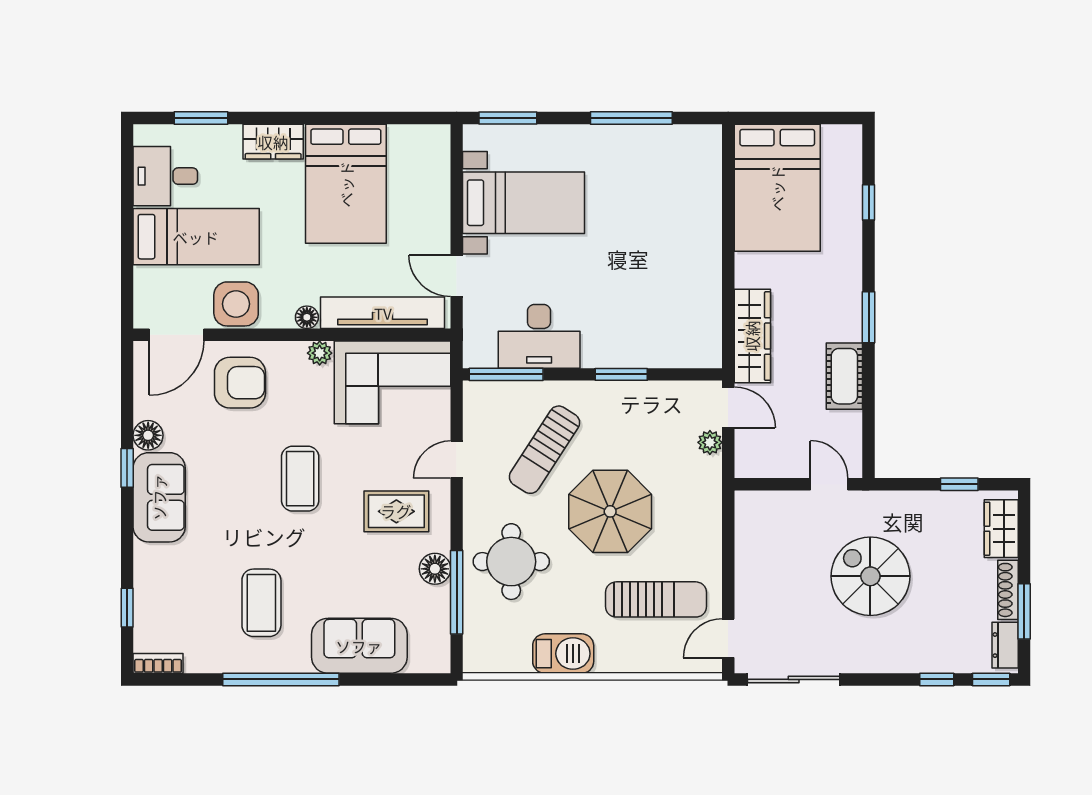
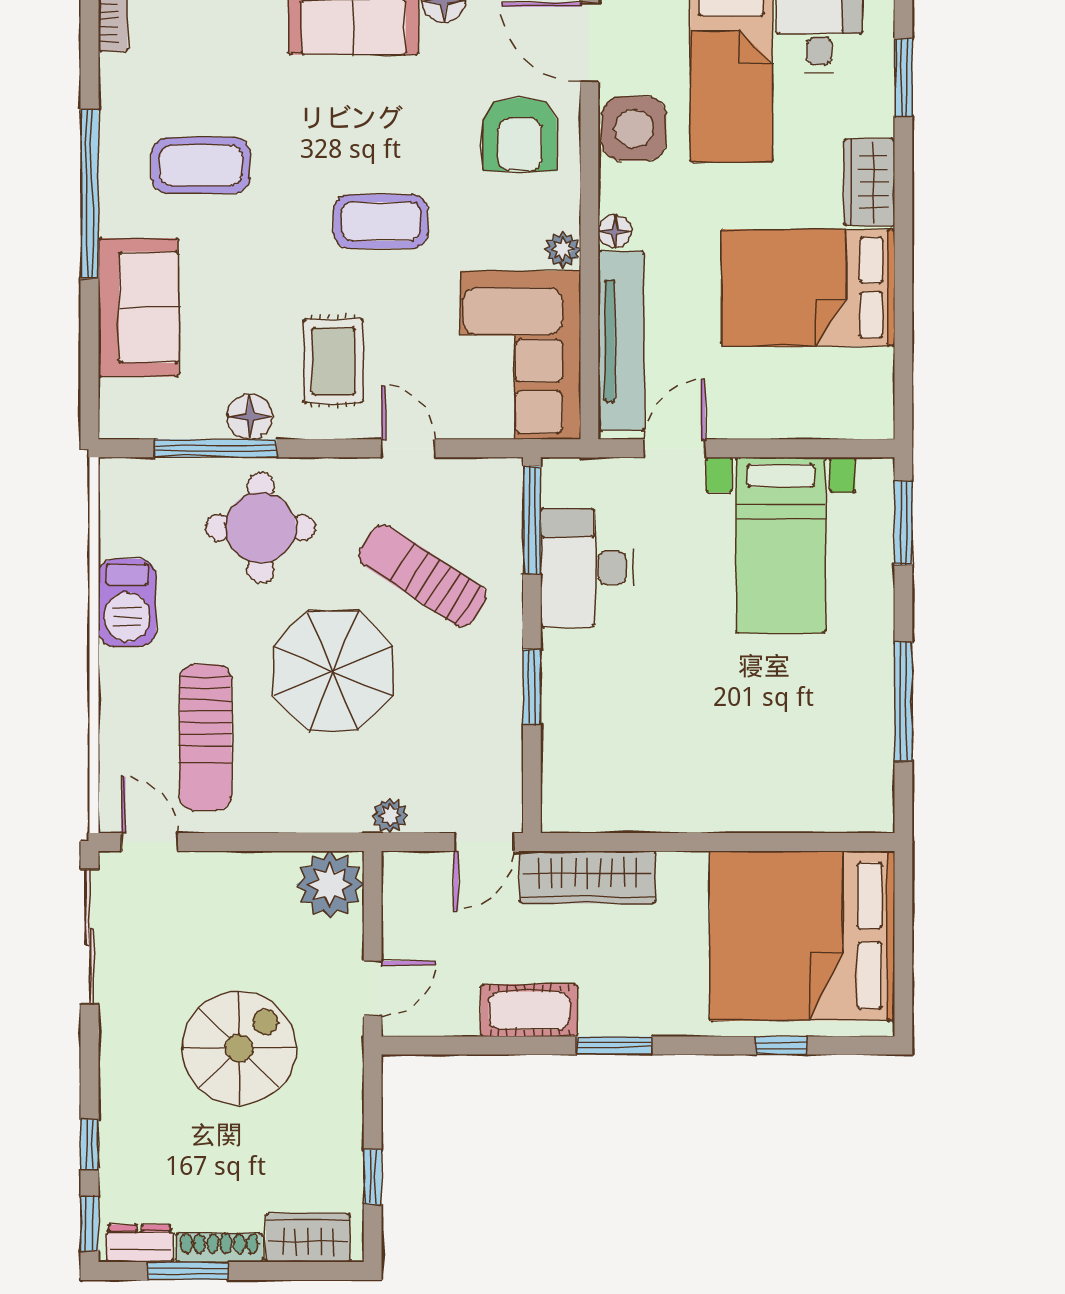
bed: (777, 188) -> (802, 936), width x1.36
plant: (710, 442) -> (390, 816), moved
plant: (758, 514) -> (330, 885), added

